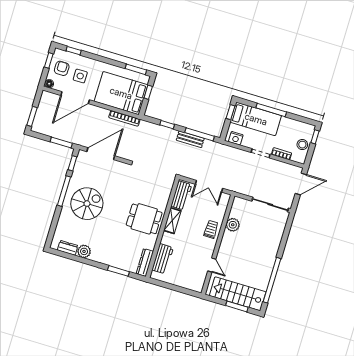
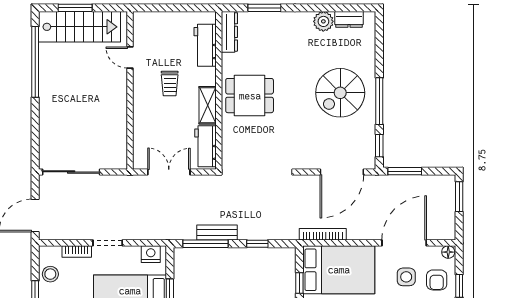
plant: (233, 225) -> (117, 126), removed
trolley: (211, 229) -> (170, 83), moved

